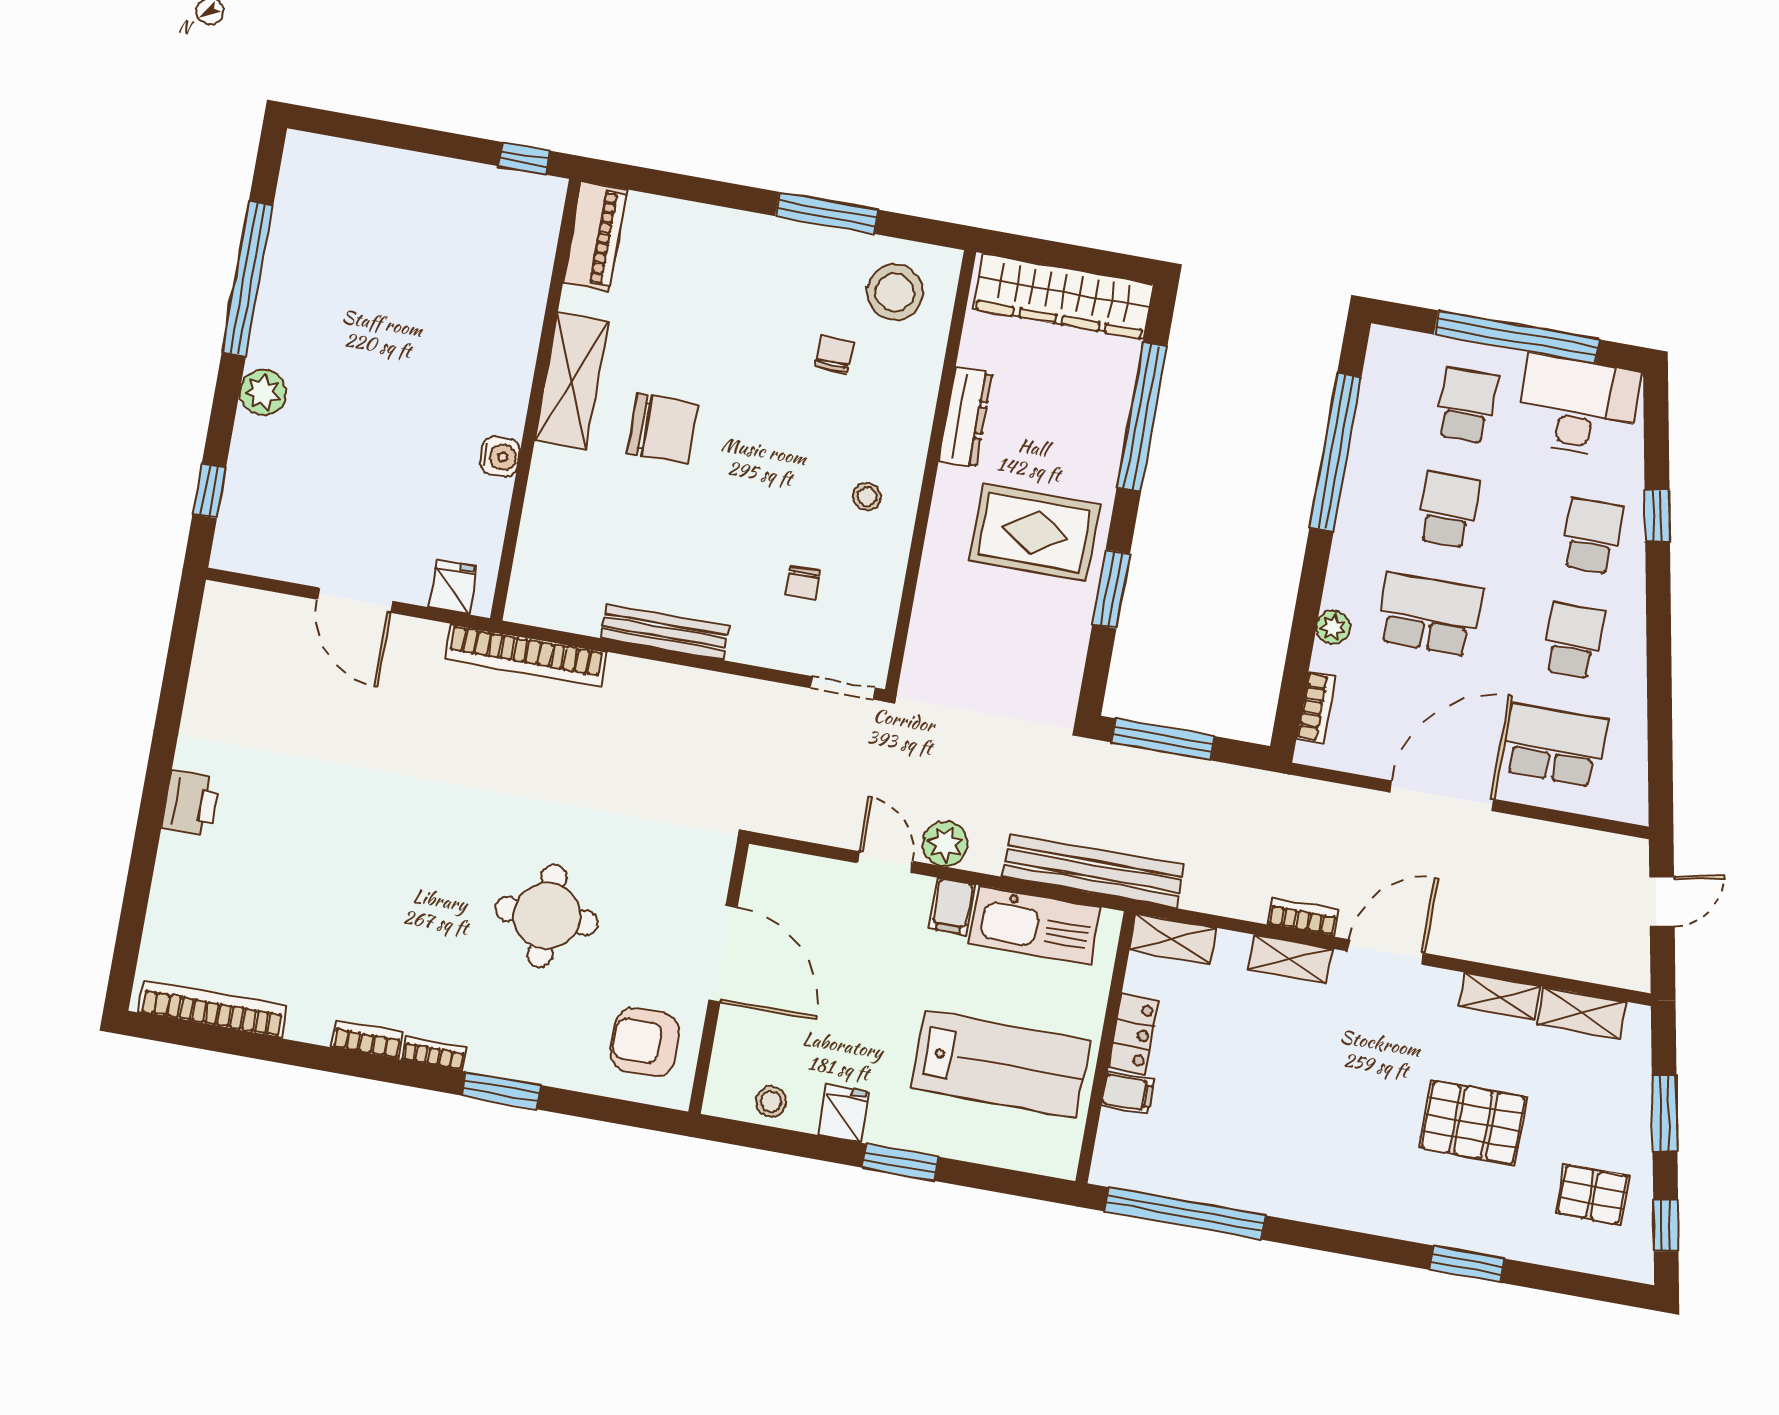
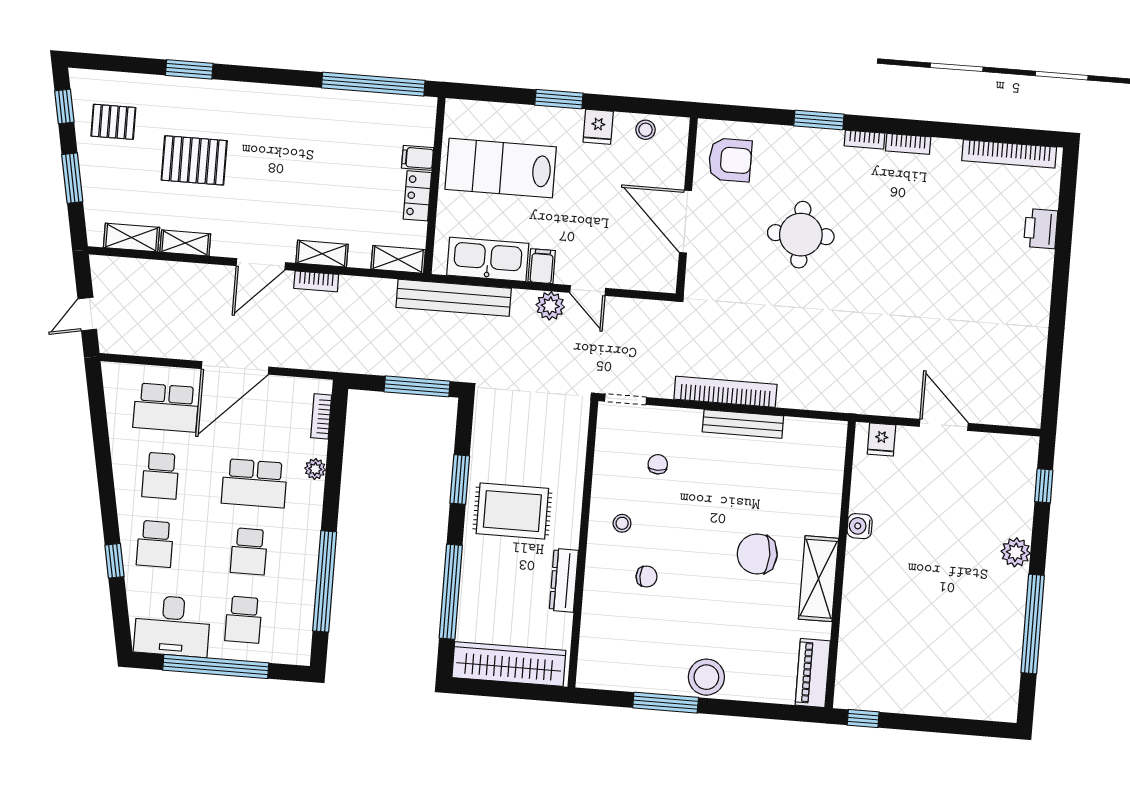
stool: (895, 292) -> (706, 677), moved
chair: (835, 354) -> (647, 577), moved, turned -92
bookcase: (526, 655) -> (725, 392), moved
printer: (190, 803) -> (1041, 229), moved

